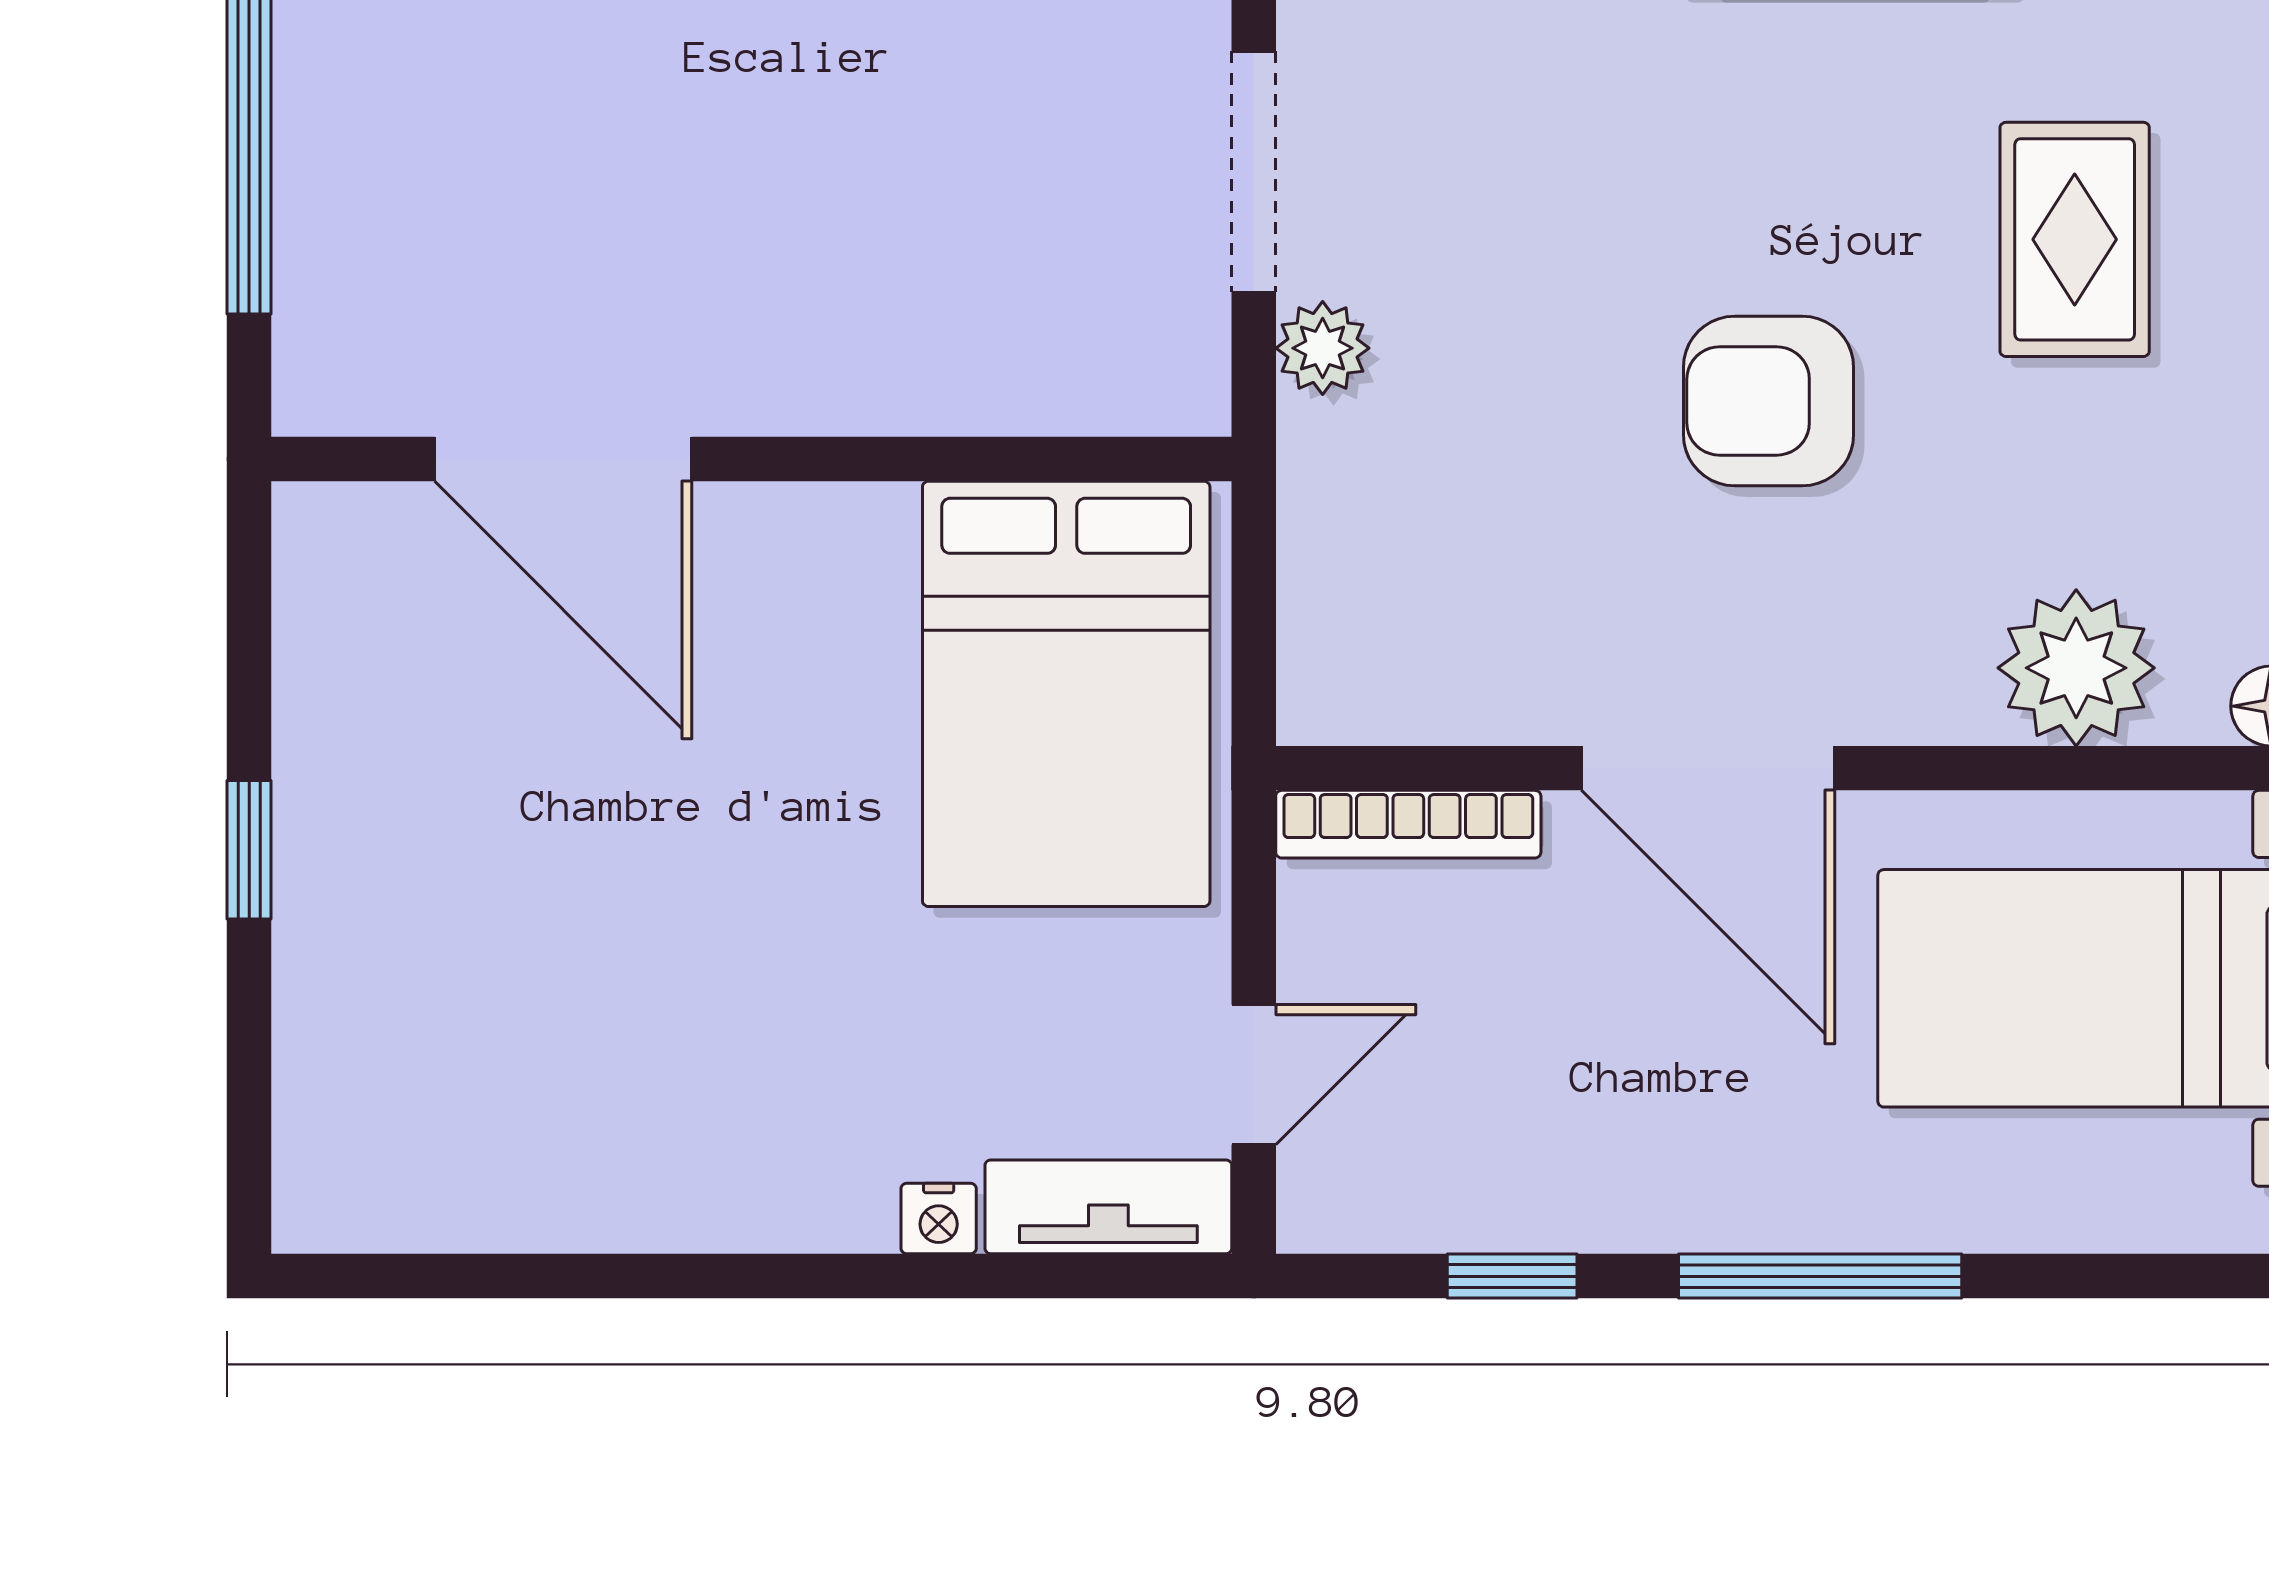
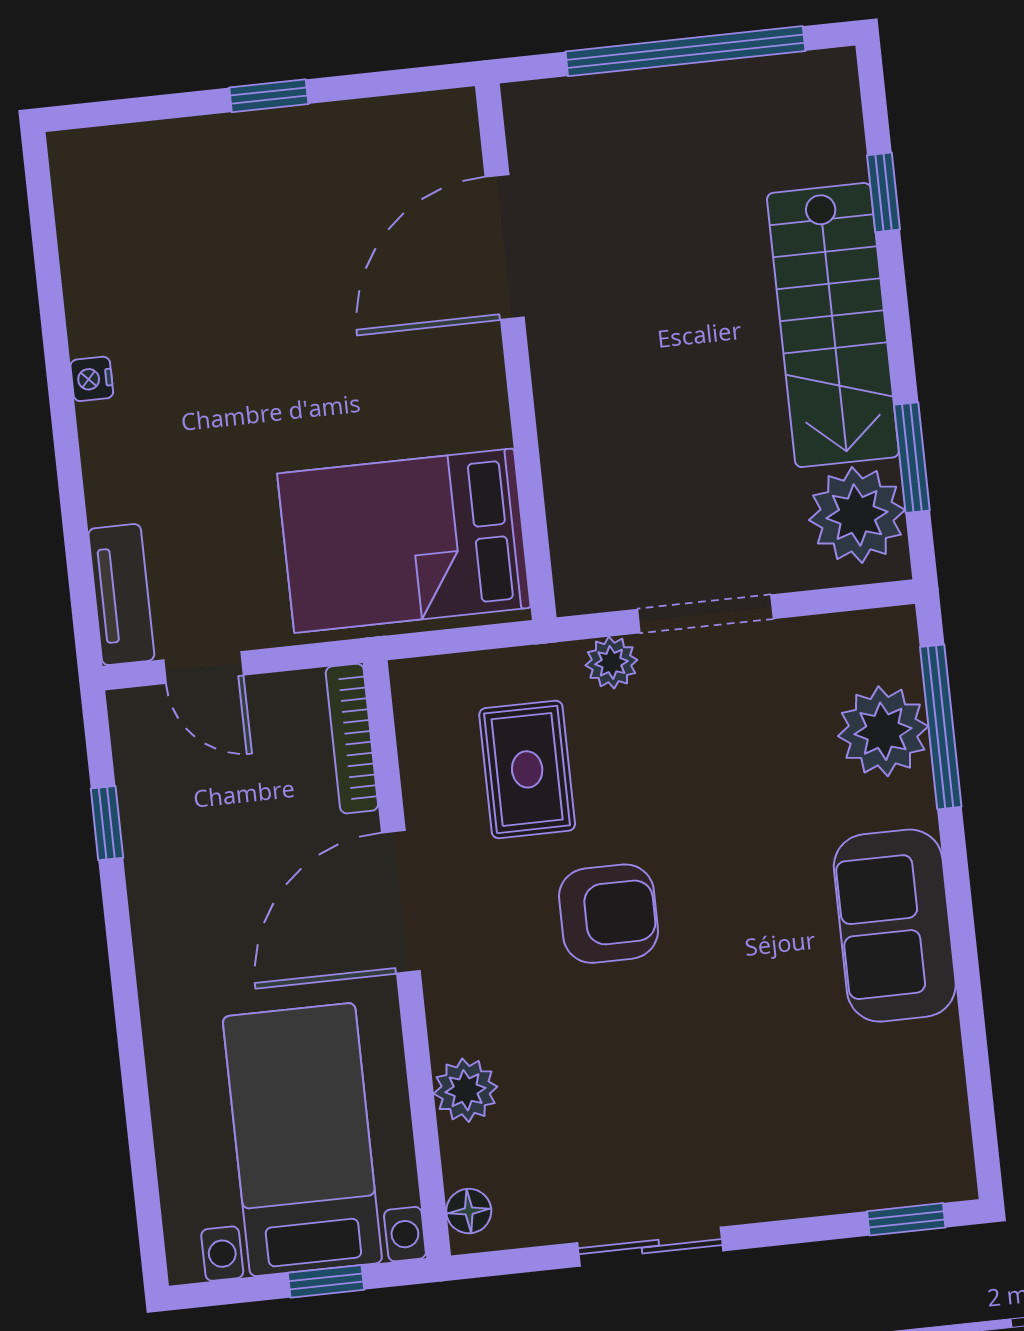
rug: (2075, 239) -> (527, 769), moved, turned 90
armchair: (1768, 401) -> (608, 914), turned 90
plant: (2076, 668) -> (466, 1090), width x0.73, depth x0.73
nightstand: (939, 1218) -> (92, 379), moved
window: (1820, 1276) -> (125, 994), removed

